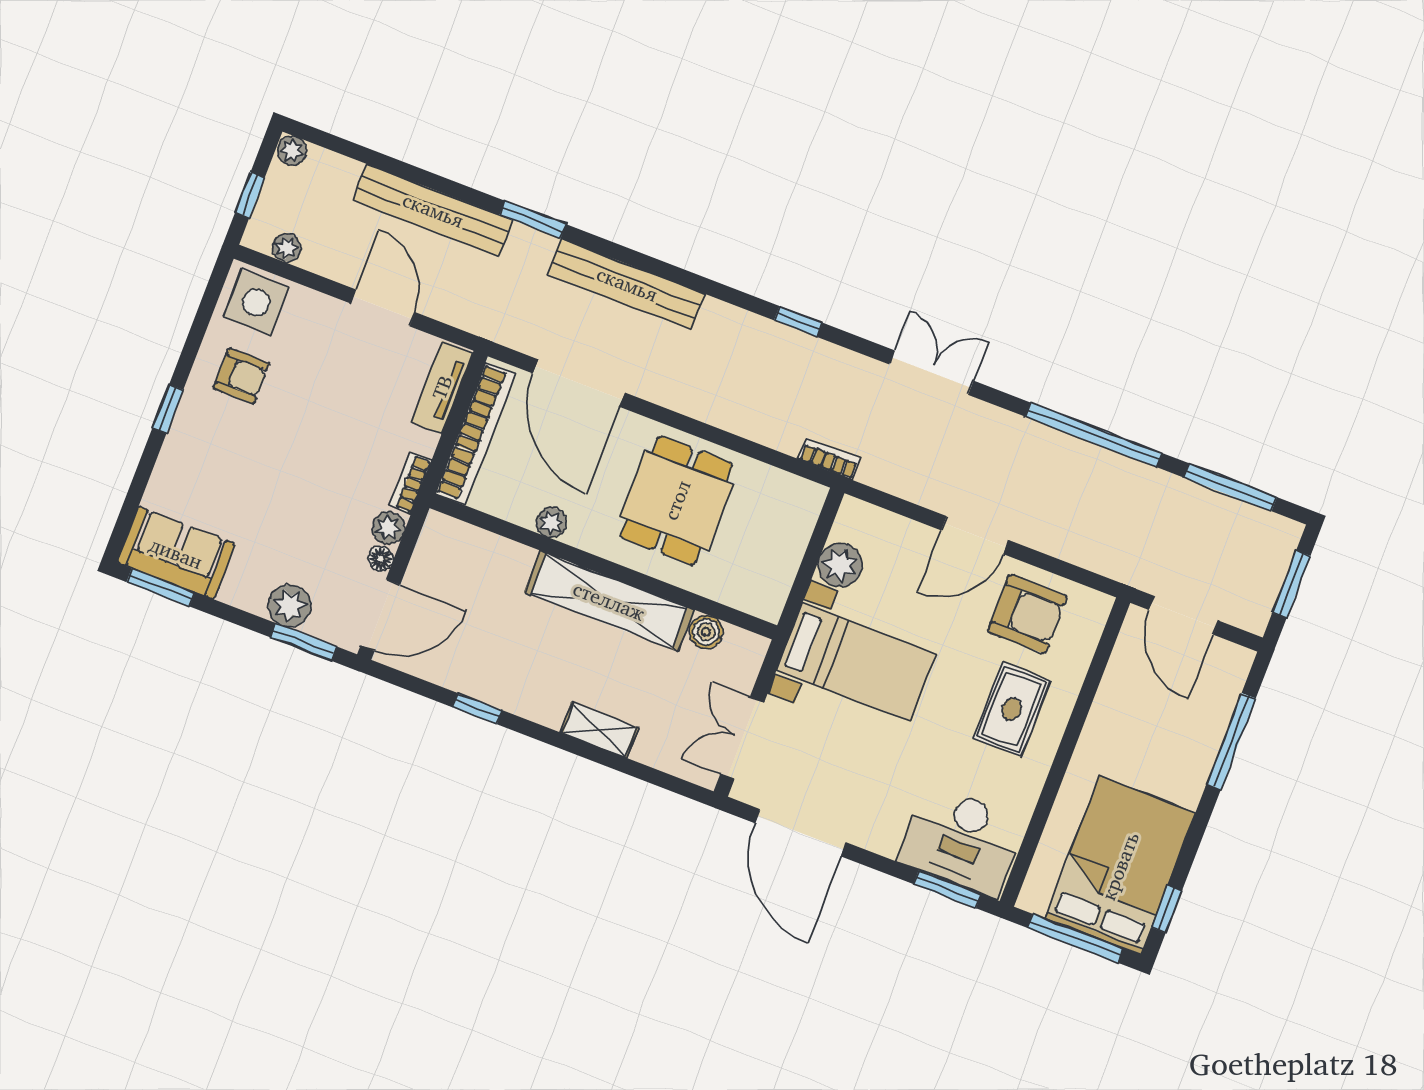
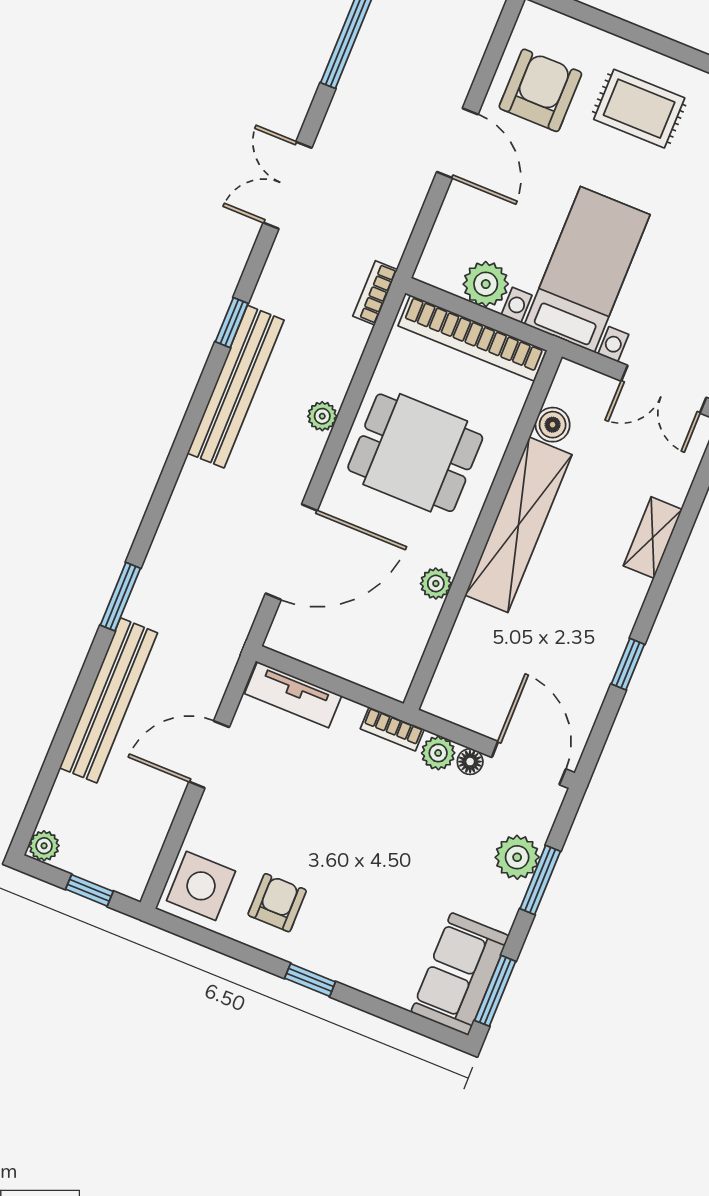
plant: (287, 248) -> (322, 416), moved
bench: (627, 284) -> (236, 387), moved
bookcase: (475, 434) -> (472, 338), moved, turned 180
window: (304, 642) -> (540, 880), moved

